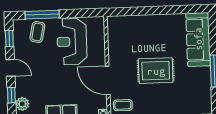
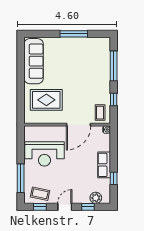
coffee table: (37, 32) -> (40, 194), moved
sofa: (198, 39) -> (34, 61), moved, turned -90
rug: (156, 71) -> (46, 100), moved, turned 90

